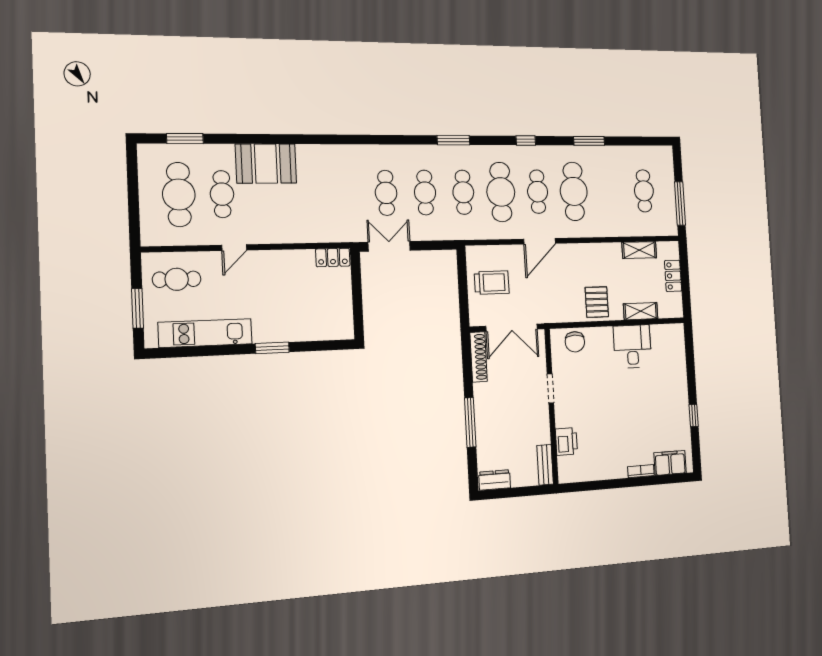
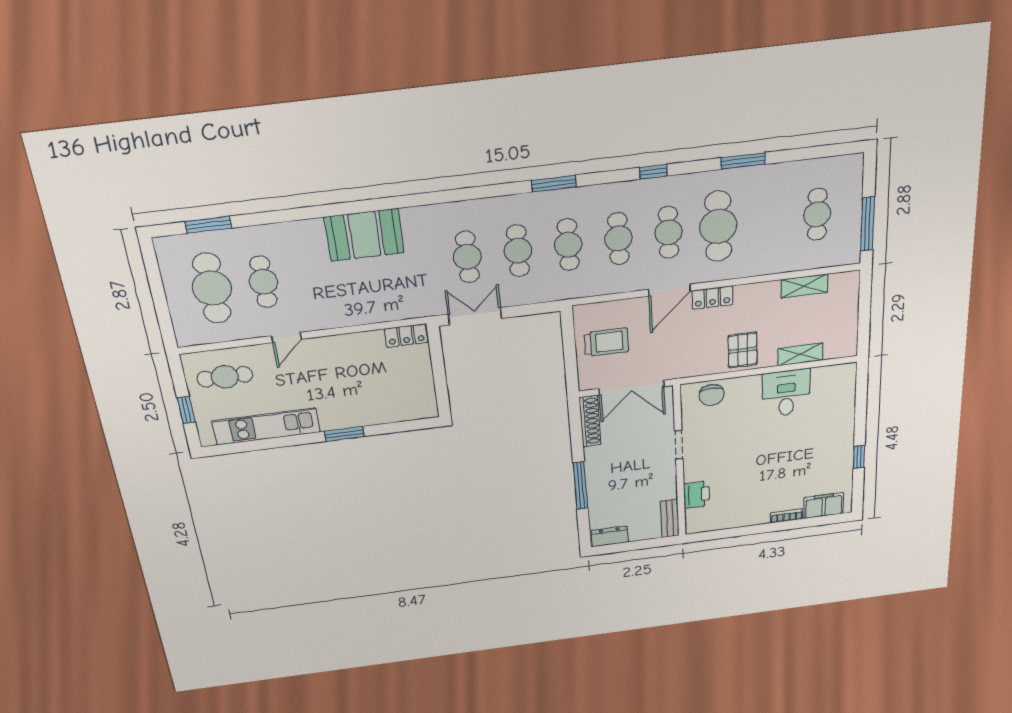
booth: (266, 164) -> (364, 235), moved
cafe table: (501, 192) -> (618, 239), width x0.73, depth x0.74
locker: (673, 276) -> (712, 298), moved, turned -90
window: (138, 308) -> (186, 410), width x0.67

